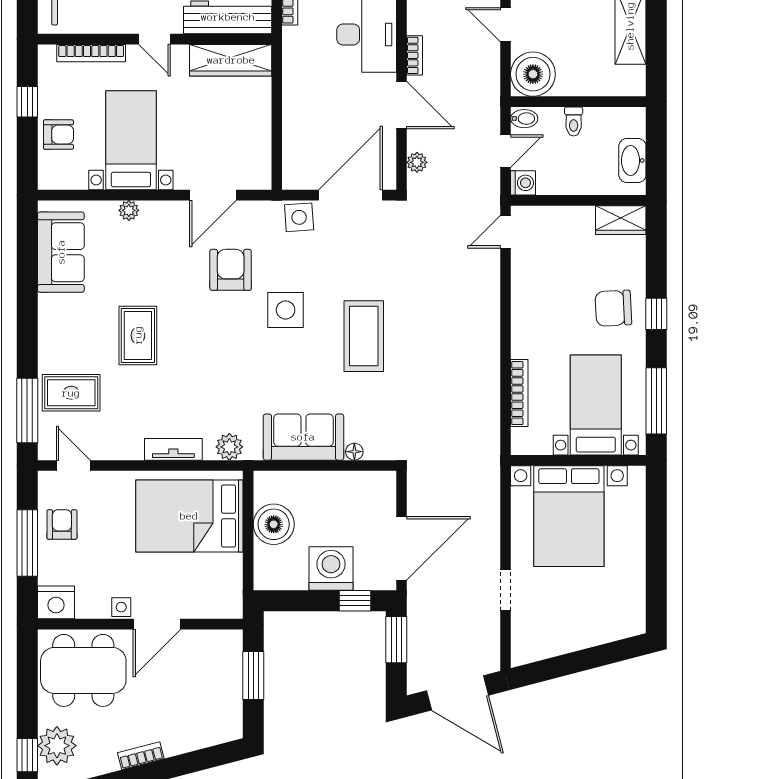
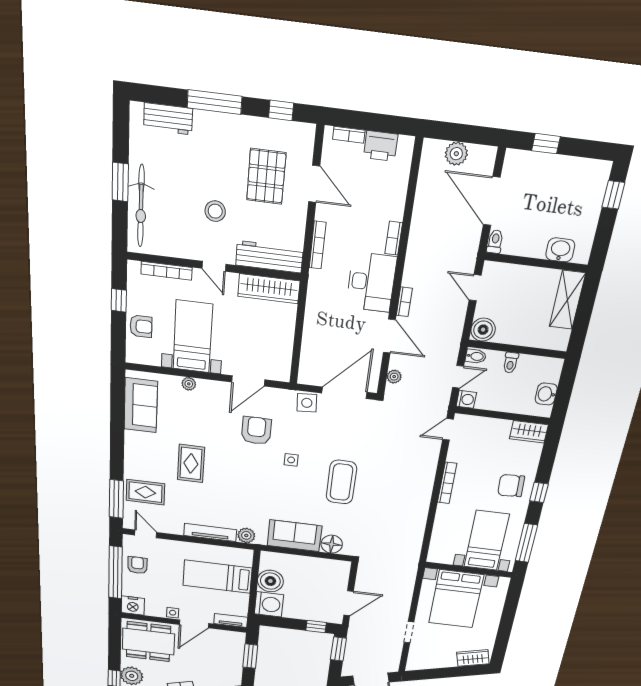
boiler: (533, 74) -> (483, 330), width x0.73, depth x0.73
washbasin: (632, 160) -> (546, 394), width x0.72
side table: (286, 310) -> (291, 460), width x0.54, depth x0.54
bookcase: (519, 393) -> (447, 483), moved
tv unit: (173, 449) -> (210, 533), width x1.41
floor lamp: (354, 452) -> (332, 544), width x1.89, depth x1.89
bed: (189, 516) -> (217, 577), width x0.67
window: (27, 543) -> (115, 572), width x1.46
door: (402, 548) -> (349, 603), width x0.73
washing machine: (331, 569) -> (269, 604), moved, turned 90
tv unit: (216, 609) -> (231, 620), added
wardrobe: (617, 626) -> (473, 658), added

